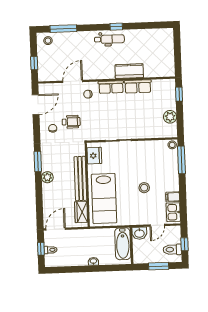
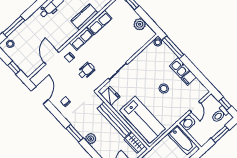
wheelchair: (71, 122) -> (86, 71), moved
kitchen sink: (173, 212) -> (179, 68), moved

